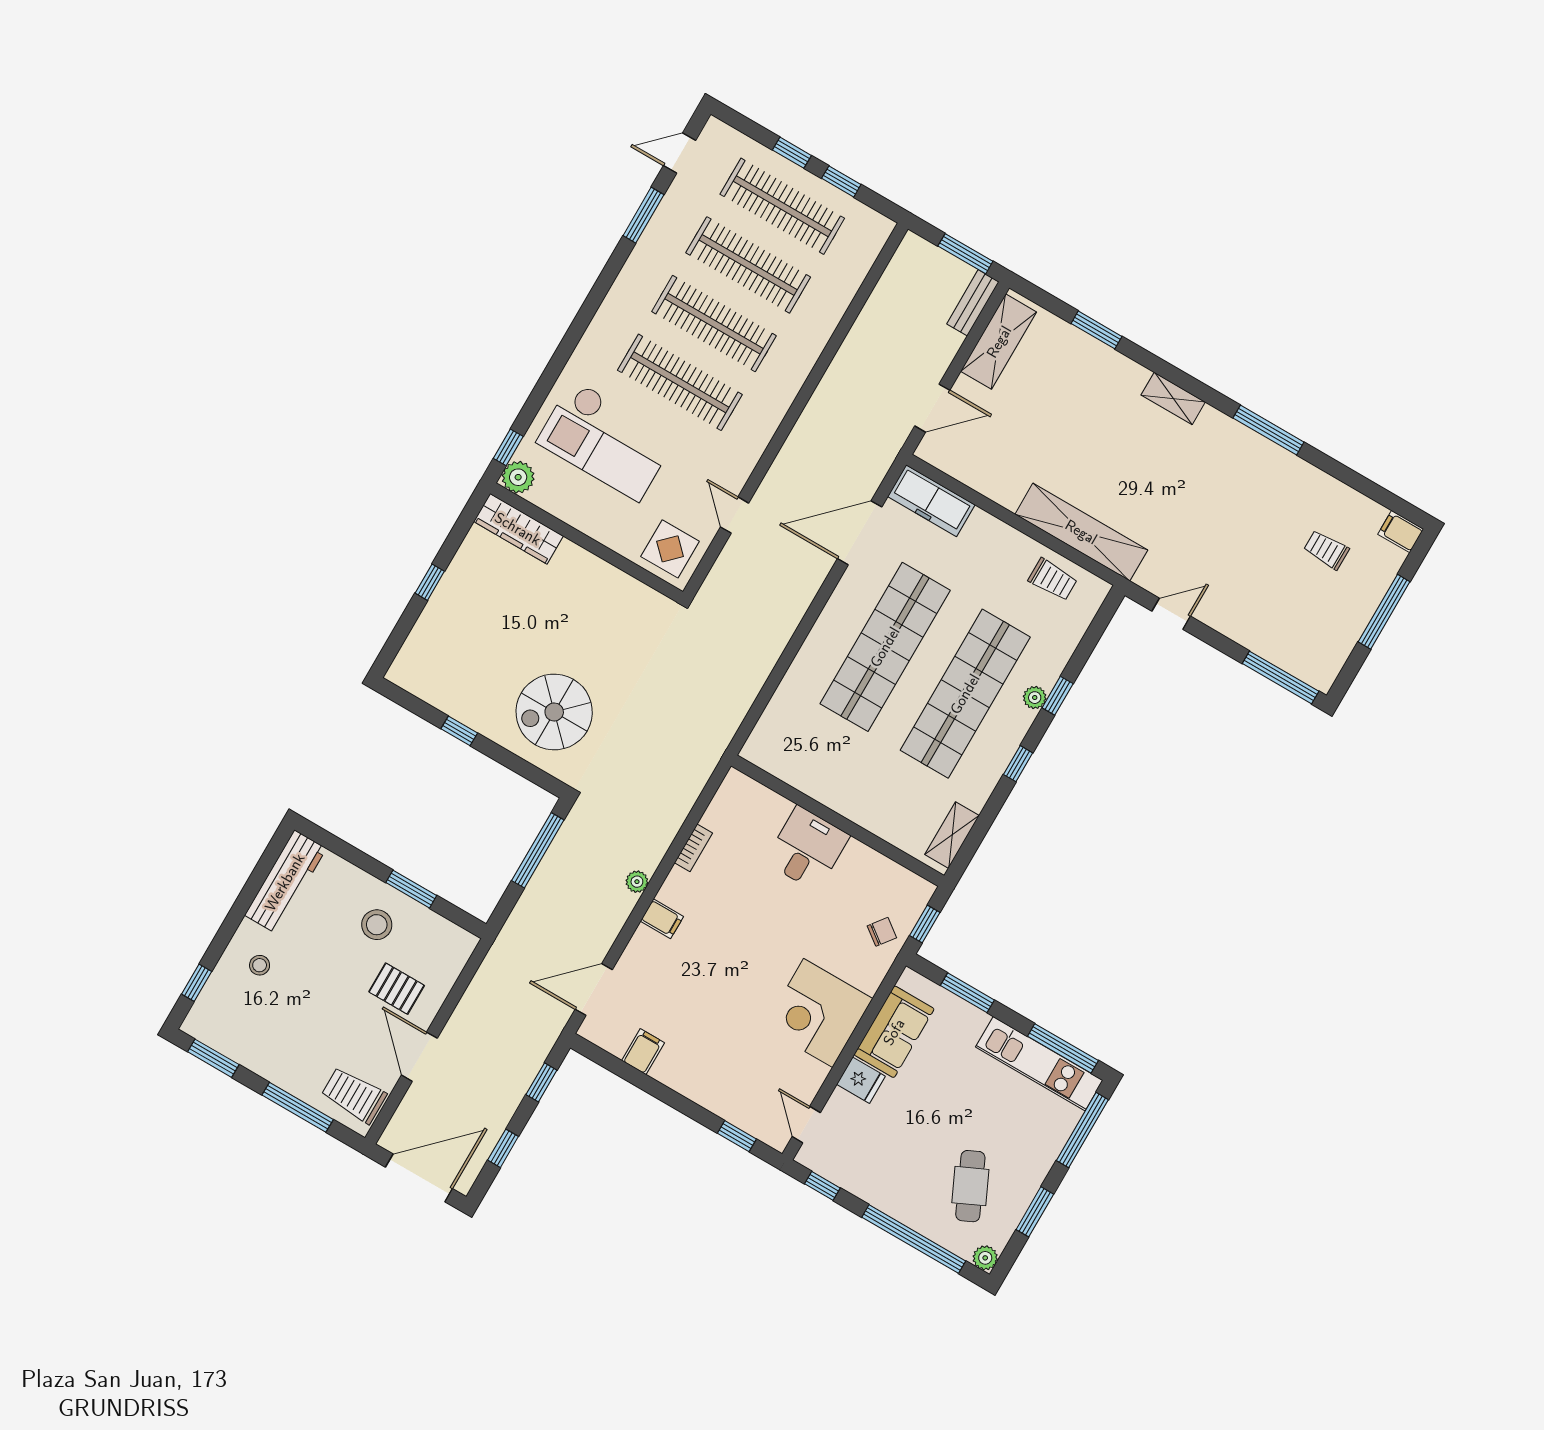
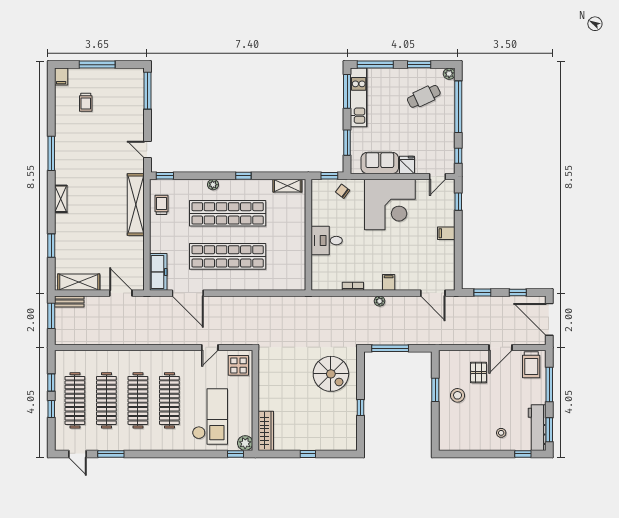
window: (1058, 696) -> (165, 176), moved
workbench: (285, 882) -> (537, 428), moved, turned -90
corner desk: (818, 1013) -> (390, 204), width x1.36, depth x1.36
filing cabinet: (643, 1052) -> (446, 233), moved

